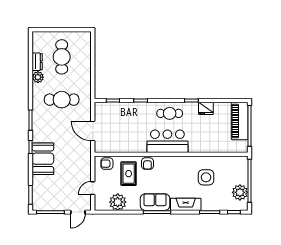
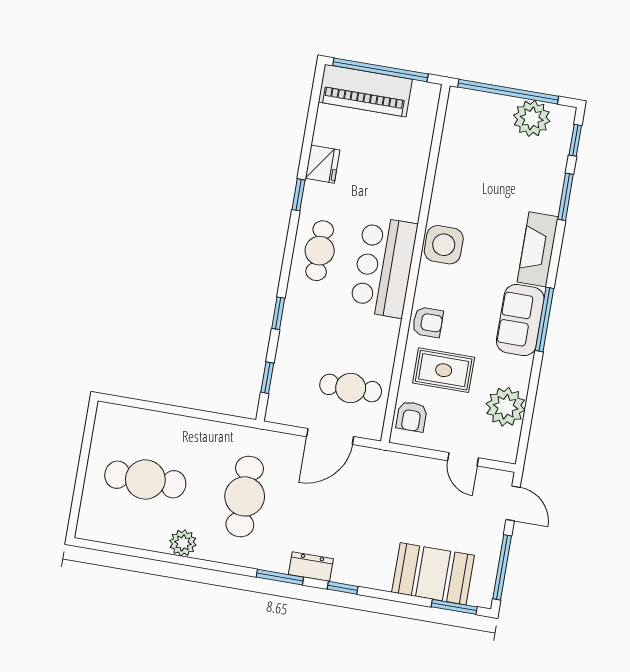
dresser: (37, 62) -> (311, 567), moved
cafe table: (115, 136) -> (351, 388), added
booth: (43, 159) -> (433, 574), moved
side table: (206, 177) -> (444, 245), moved

